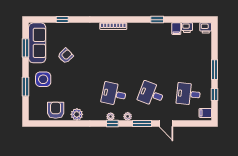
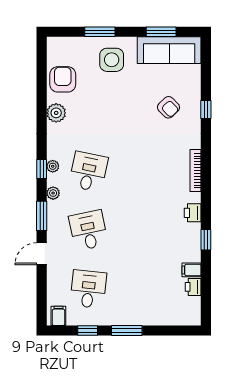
window: (62, 20) -> (206, 109), moved
printer: (206, 28) -> (193, 213), moved
armchair: (66, 56) -> (169, 107), moved
desk: (151, 94) -> (88, 230), turned -33
armchair: (56, 110) -> (63, 79), turned -90

